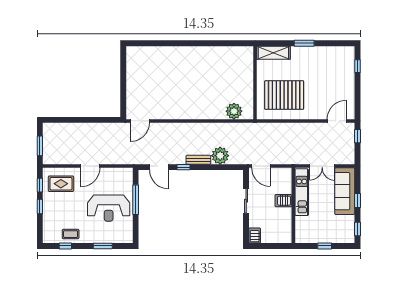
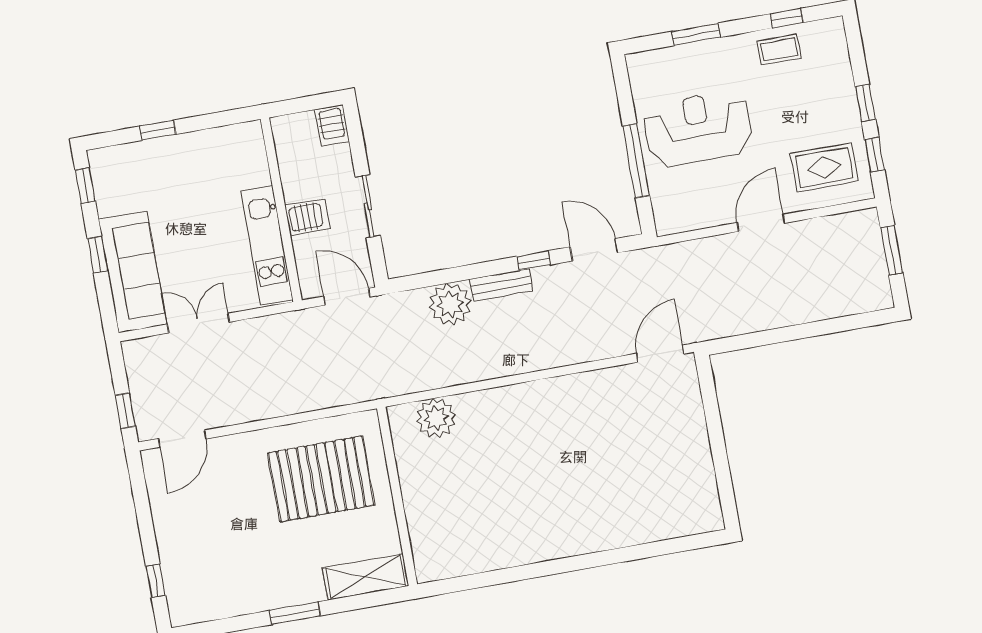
kitchen unit: (302, 192) -> (267, 245), moved
server rack: (283, 201) -> (308, 217), moved
wall: (293, 205) -> (281, 210), moved

